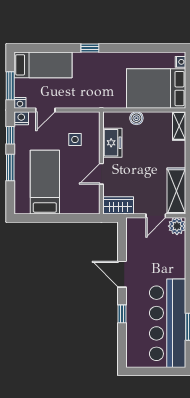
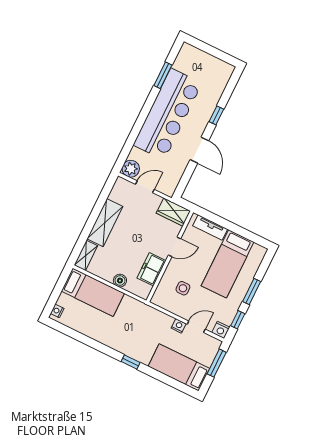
bed: (156, 89) -> (93, 292), width x0.67
nightstand: (20, 103) -> (179, 326), moved
shelving: (176, 191) -> (105, 223), moved
tv unit: (77, 208) -> (210, 227), added
bar counter: (168, 323) -> (168, 114), moved

